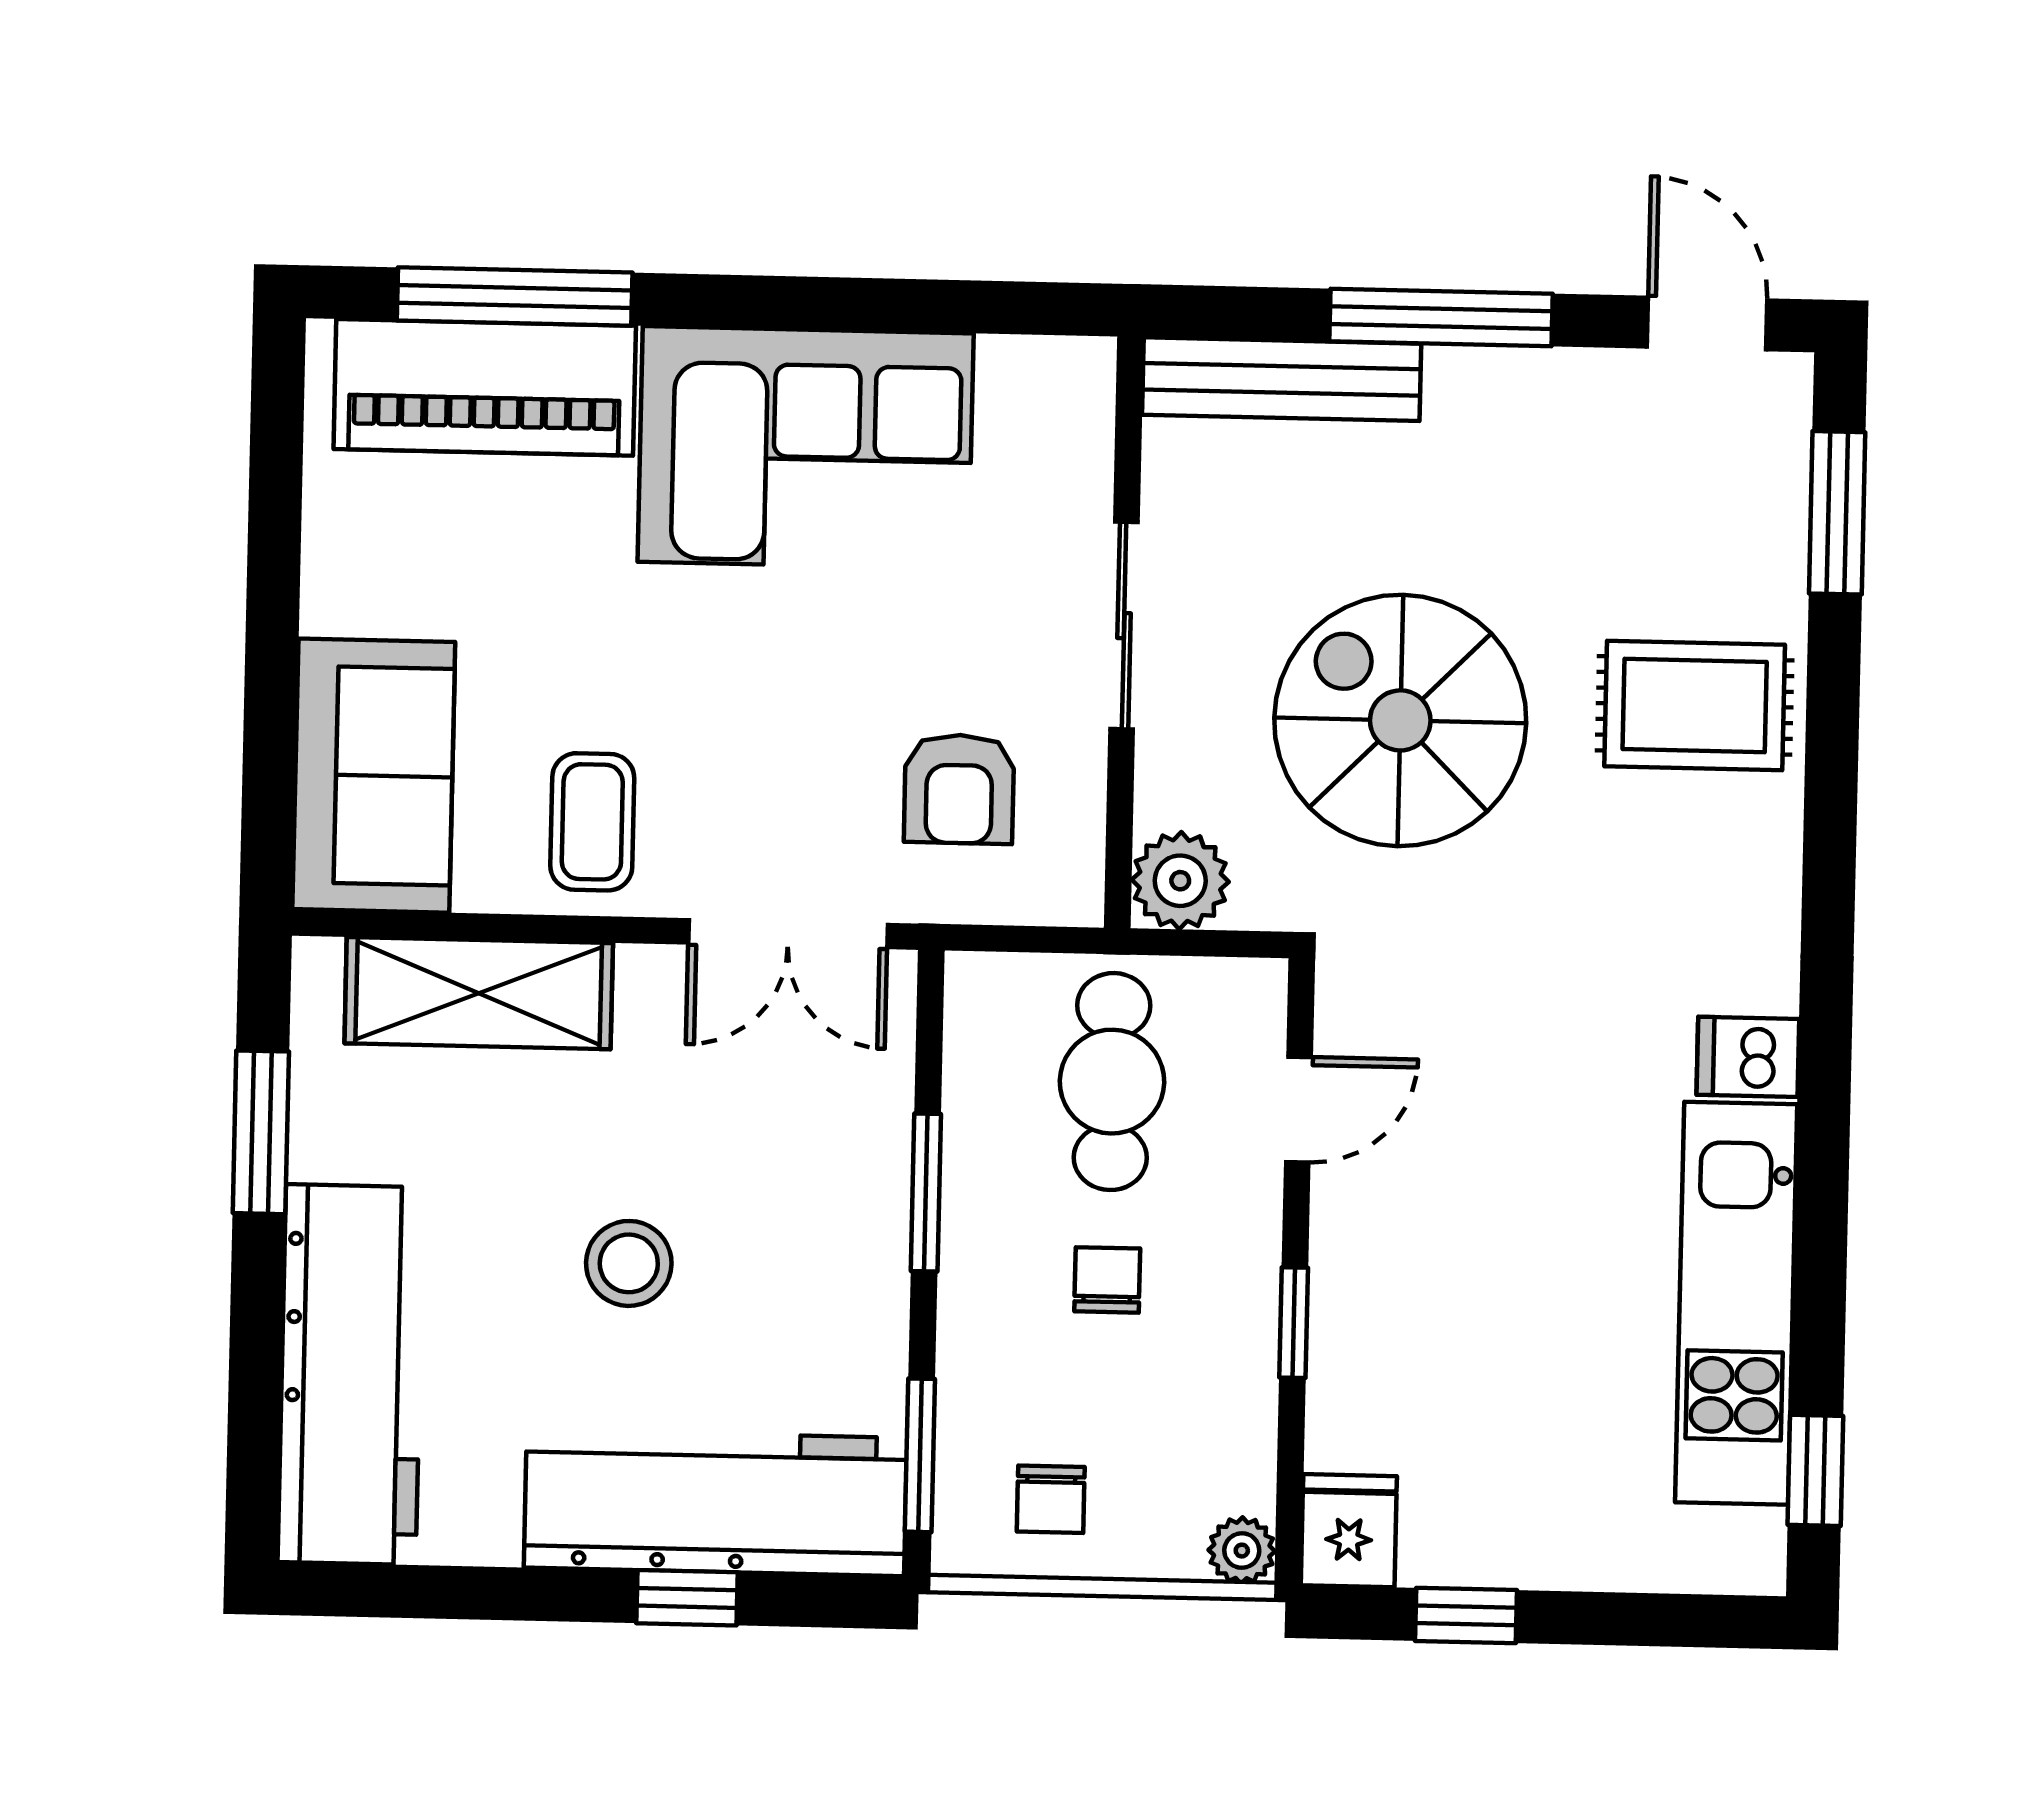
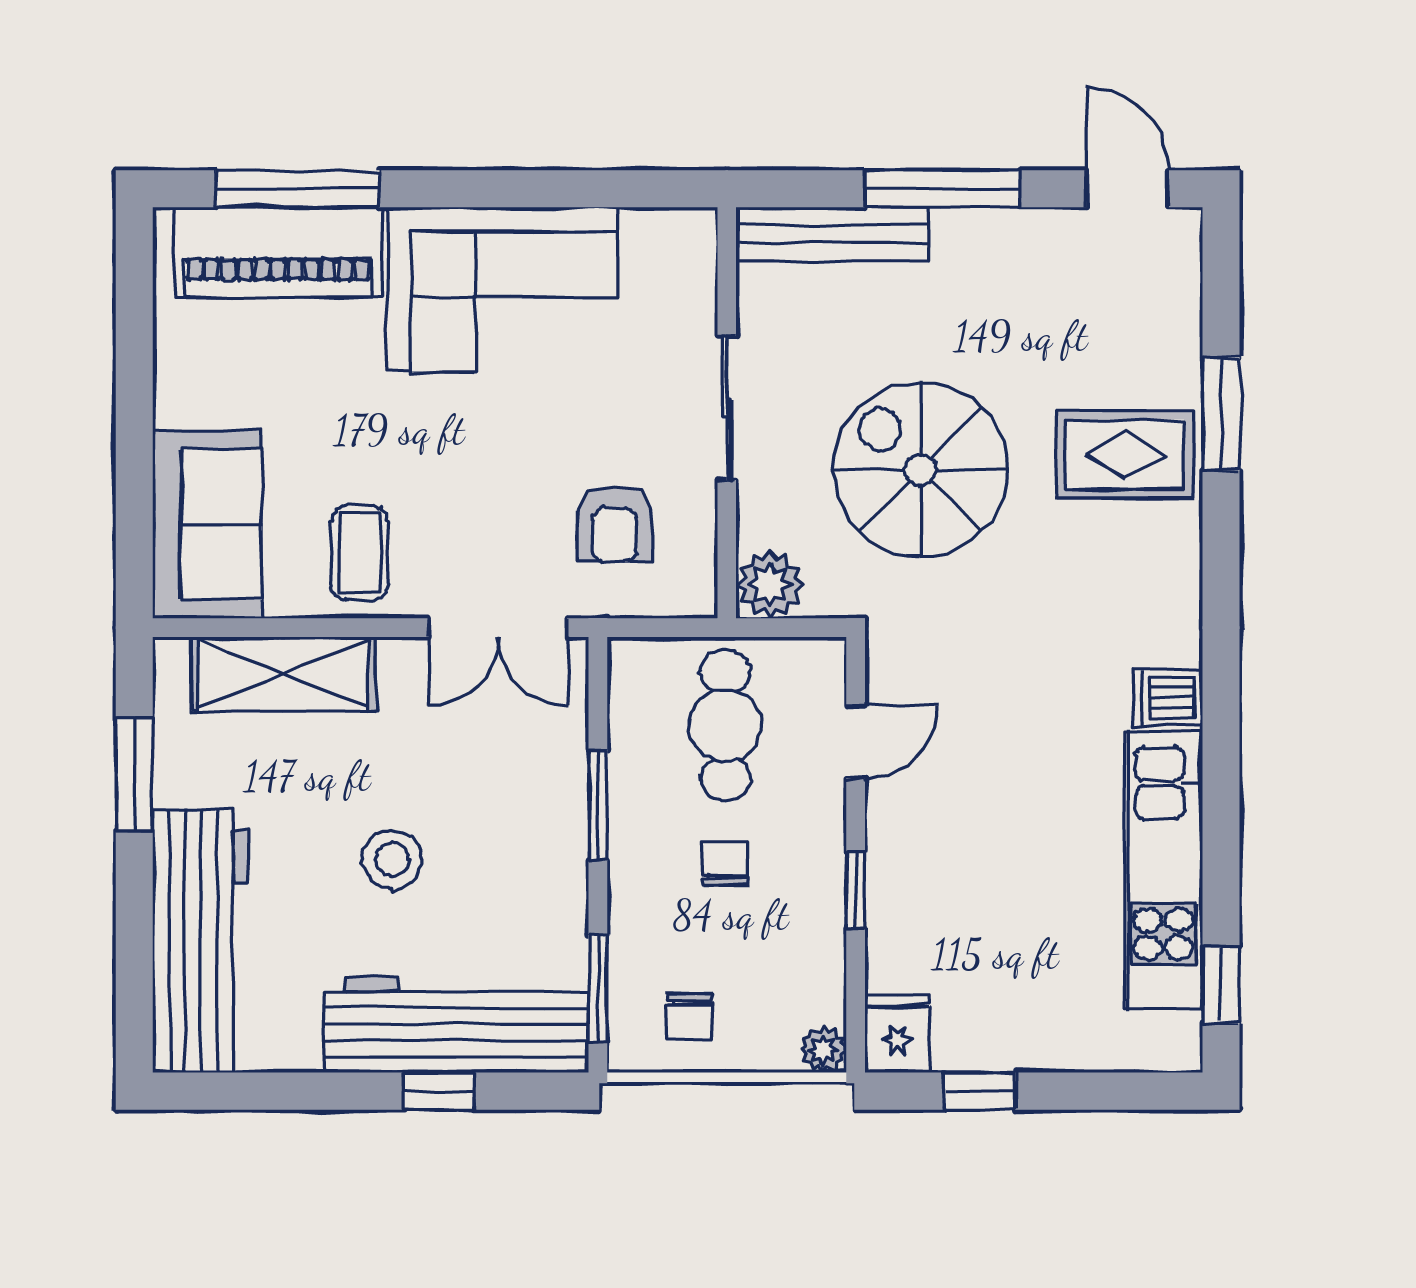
window: (1837, 513) -> (1221, 414), moved

